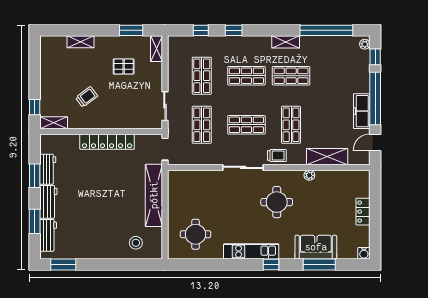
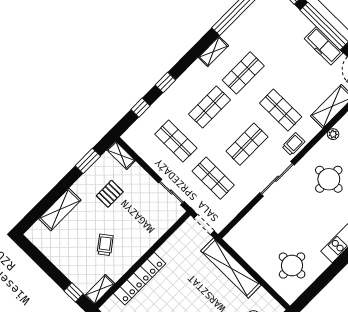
shelving: (81, 42) -> (60, 209), width x1.50, depth x1.33
locker: (107, 142) -> (140, 279), moved

